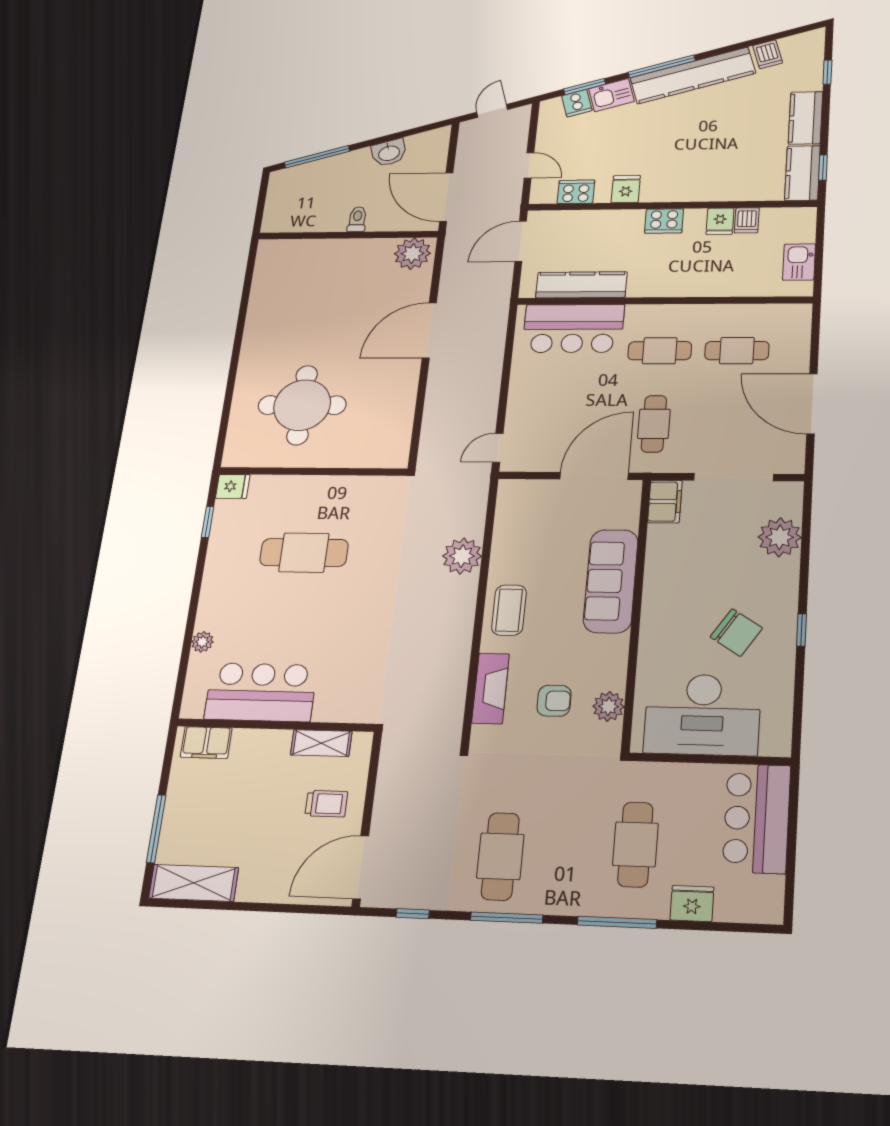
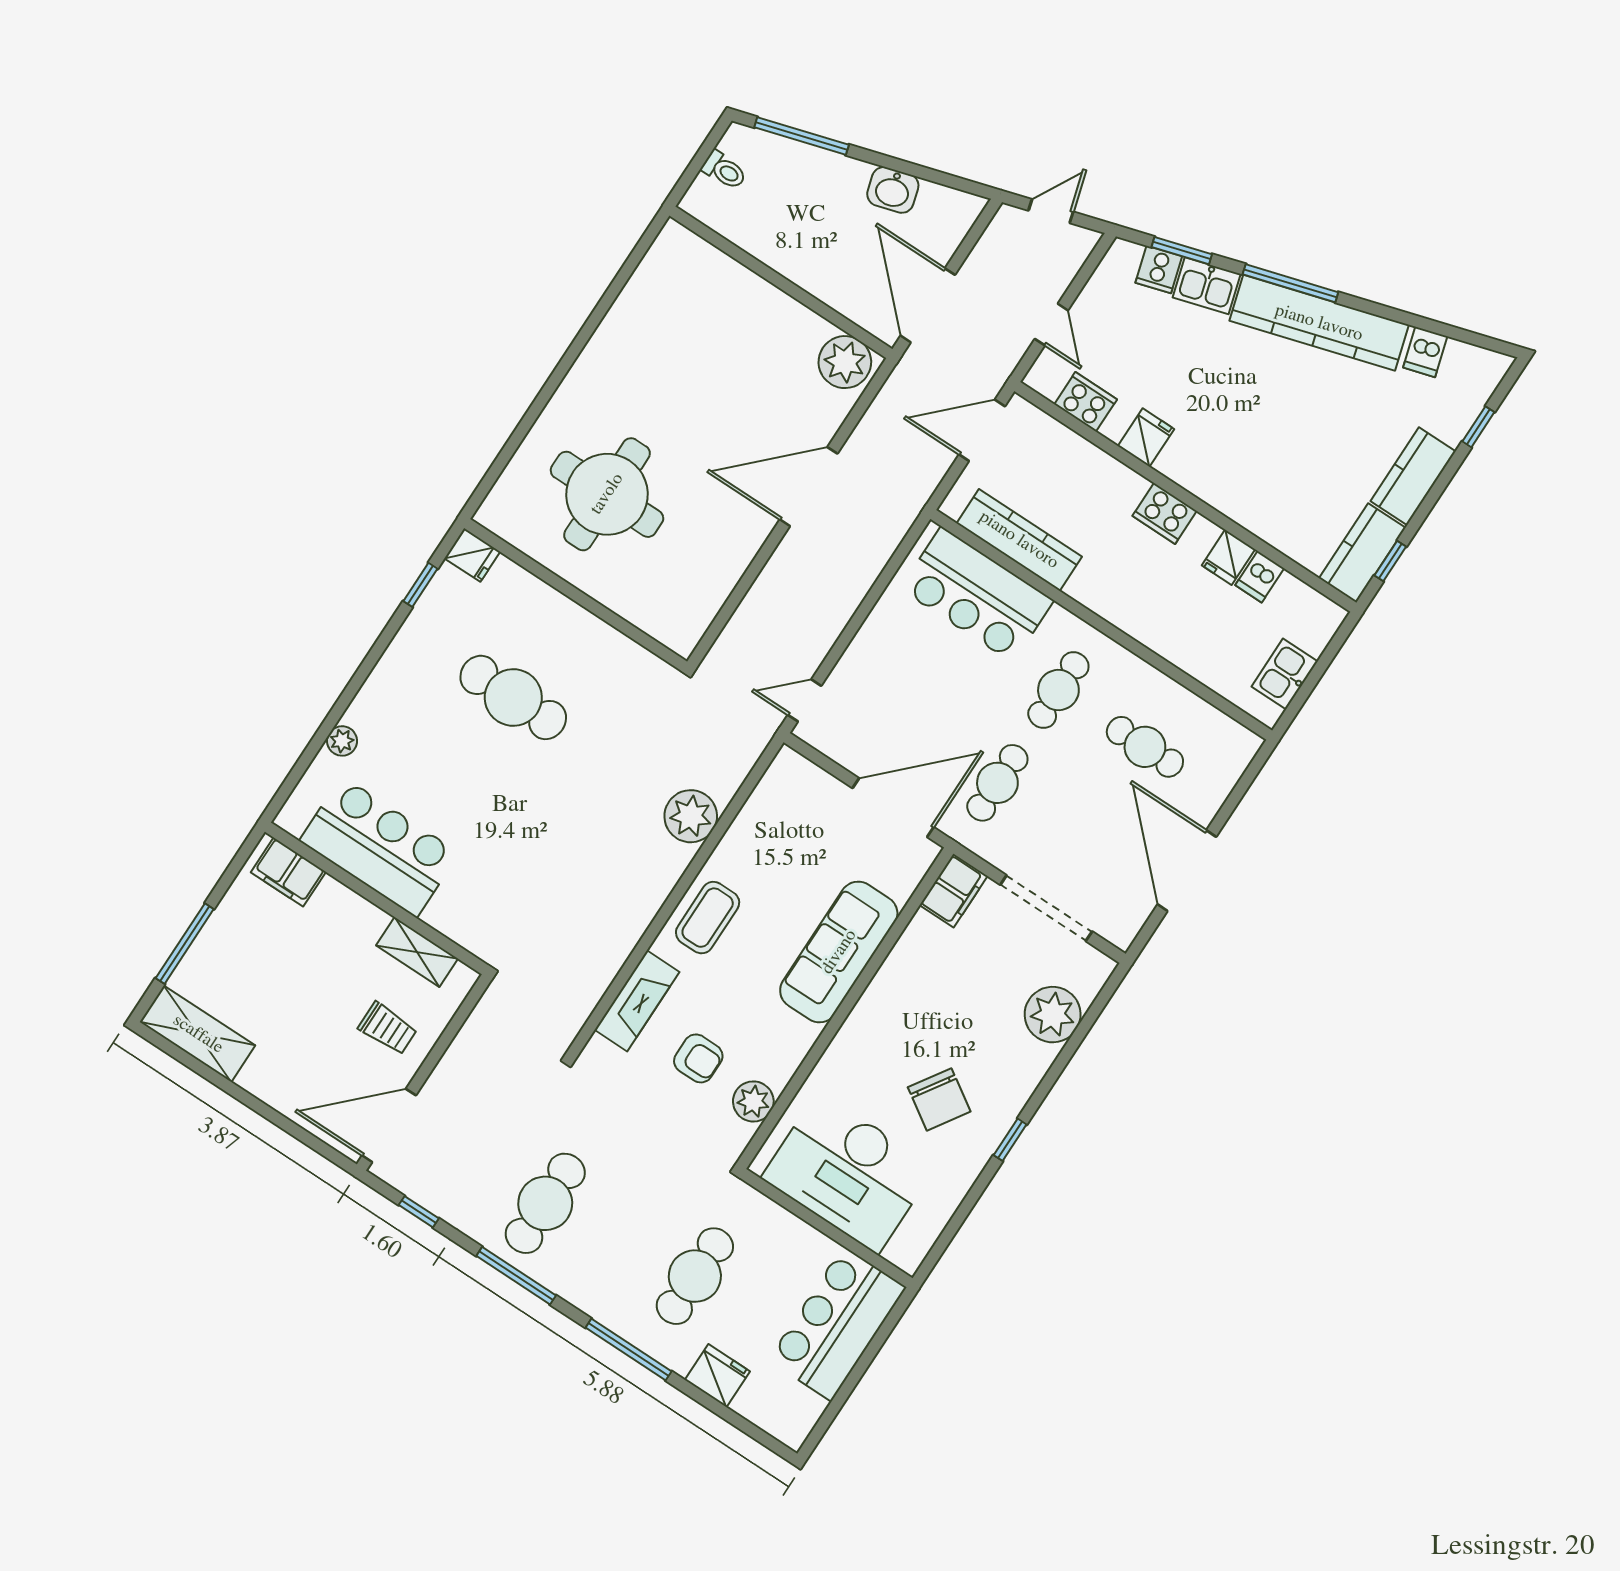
toilet: (357, 219) -> (724, 170), moved, turned 90
cafe table: (660, 351) -> (1058, 690), turned 90

